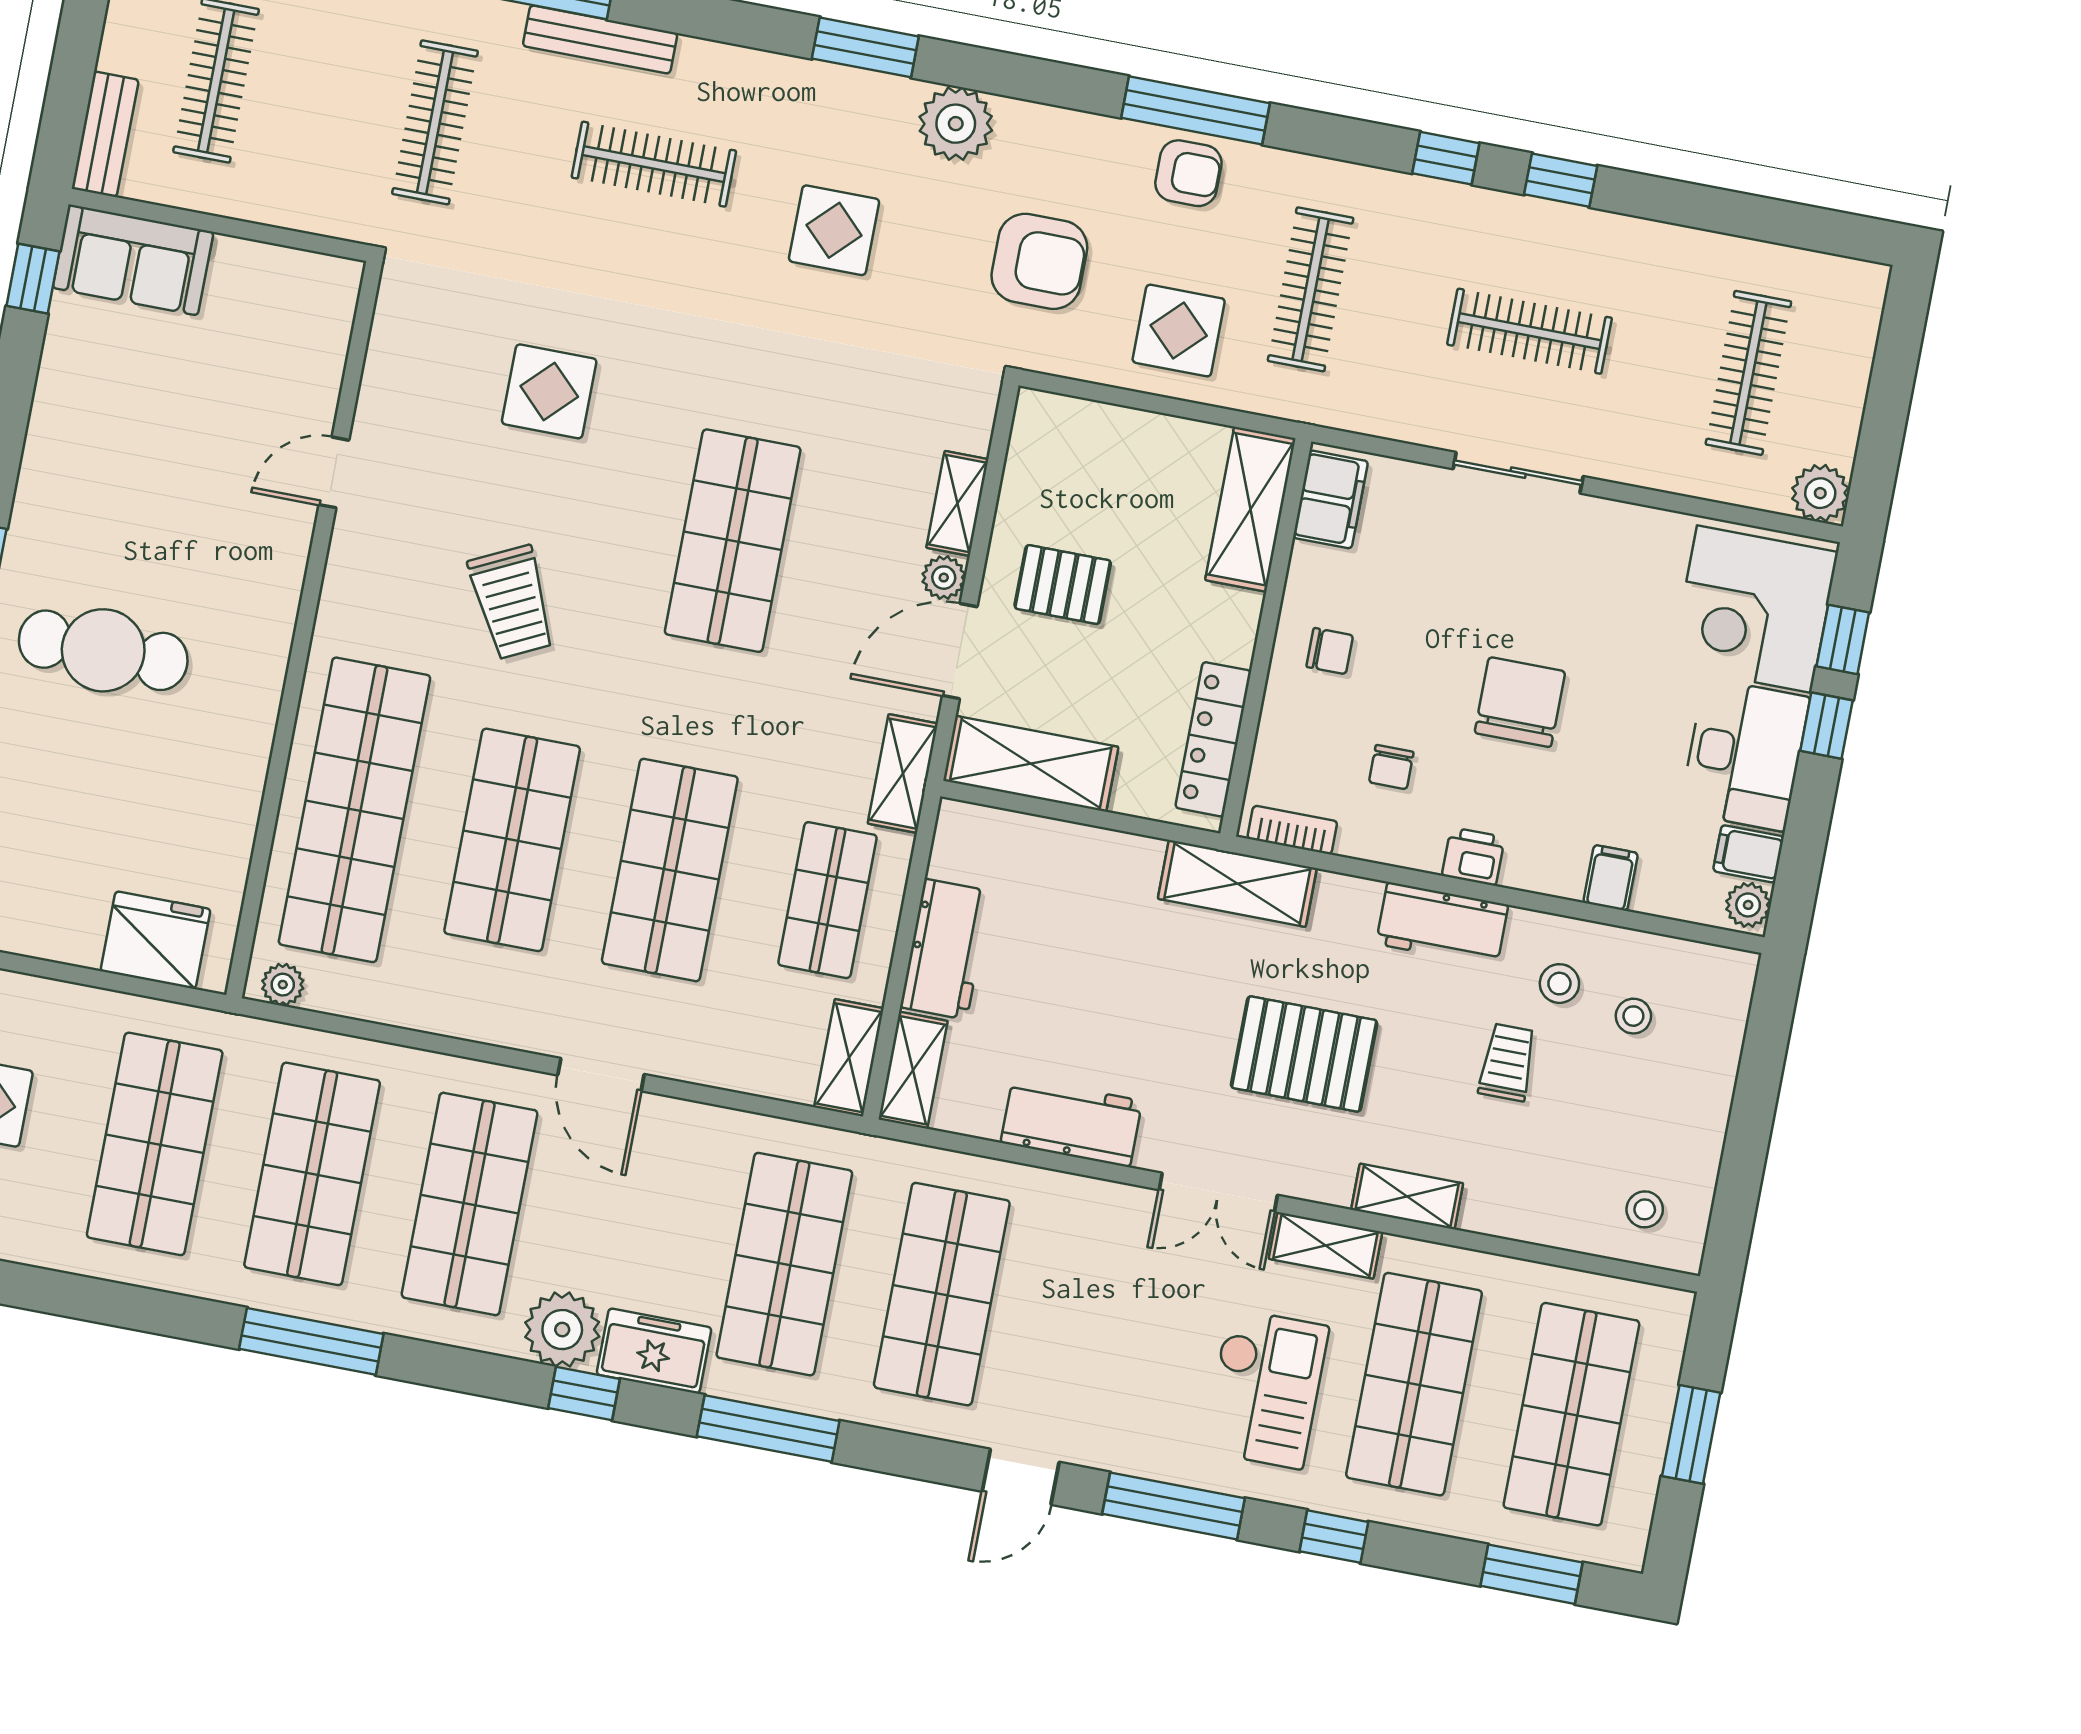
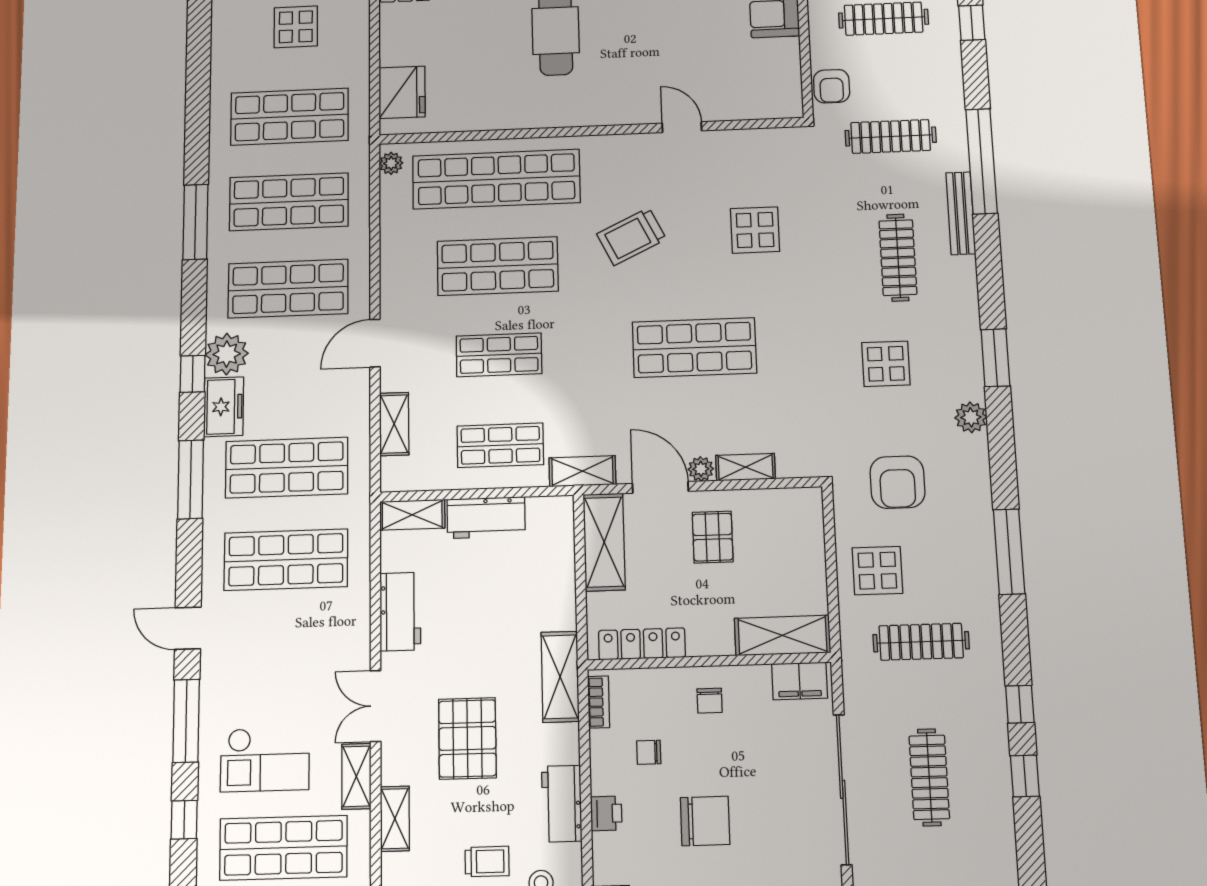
plant: (956, 124) -> (971, 417), width x0.73, depth x0.73
armchair: (1188, 173) -> (832, 86), moved
sliding door: (1518, 473) -> (843, 789), width x1.86
shop shelf: (670, 870) -> (499, 355), width x0.70, depth x0.74
shelving: (849, 1058) -> (394, 424), moved, turned 90

